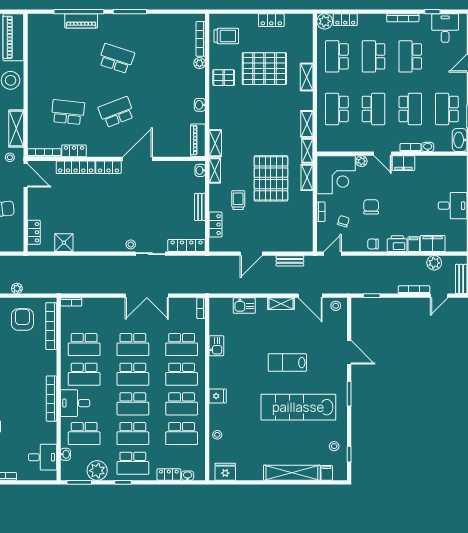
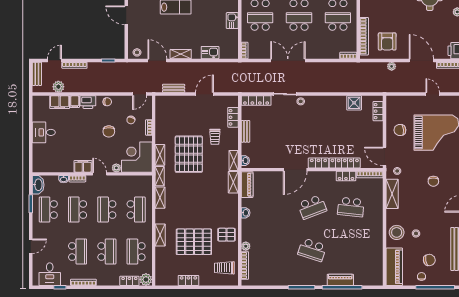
school desk: (337, 56) -> (136, 252), turned 180
school desk: (447, 109) -> (48, 210), turned 180

